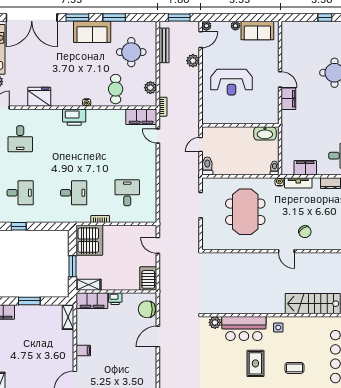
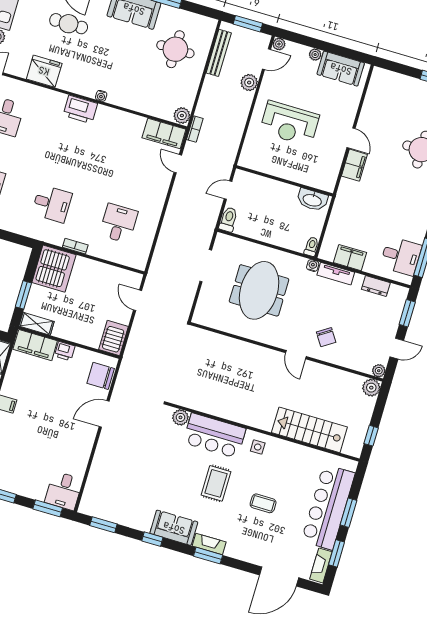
plant: (150, 88) -> (182, 116), moved
cafe table: (116, 89) -> (69, 24), moved, turned 90

